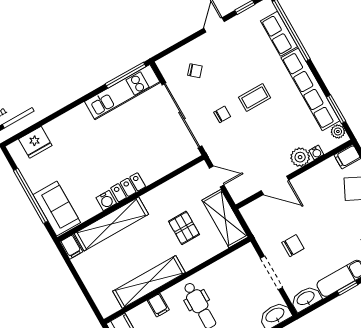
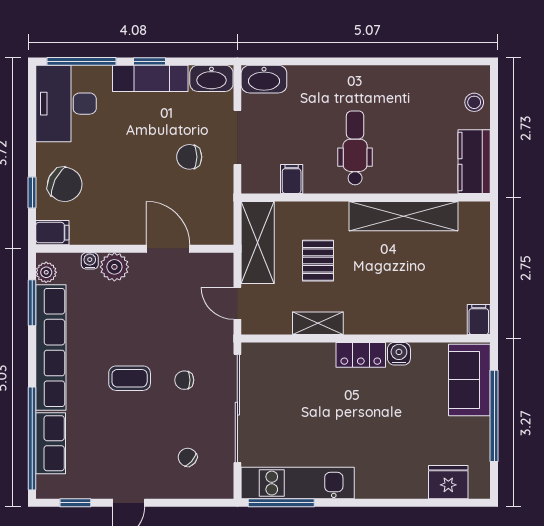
shelving: (111, 224) -> (318, 323), moved, width x0.45, depth x0.75
filing cabinet: (158, 305) -> (292, 179), moved

